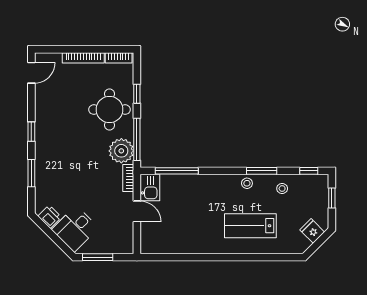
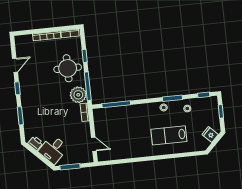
door: (31, 73) -> (15, 65), moved
kitchen sink: (150, 187) -> (100, 117), removed
door: (137, 211) -> (94, 144), moved

